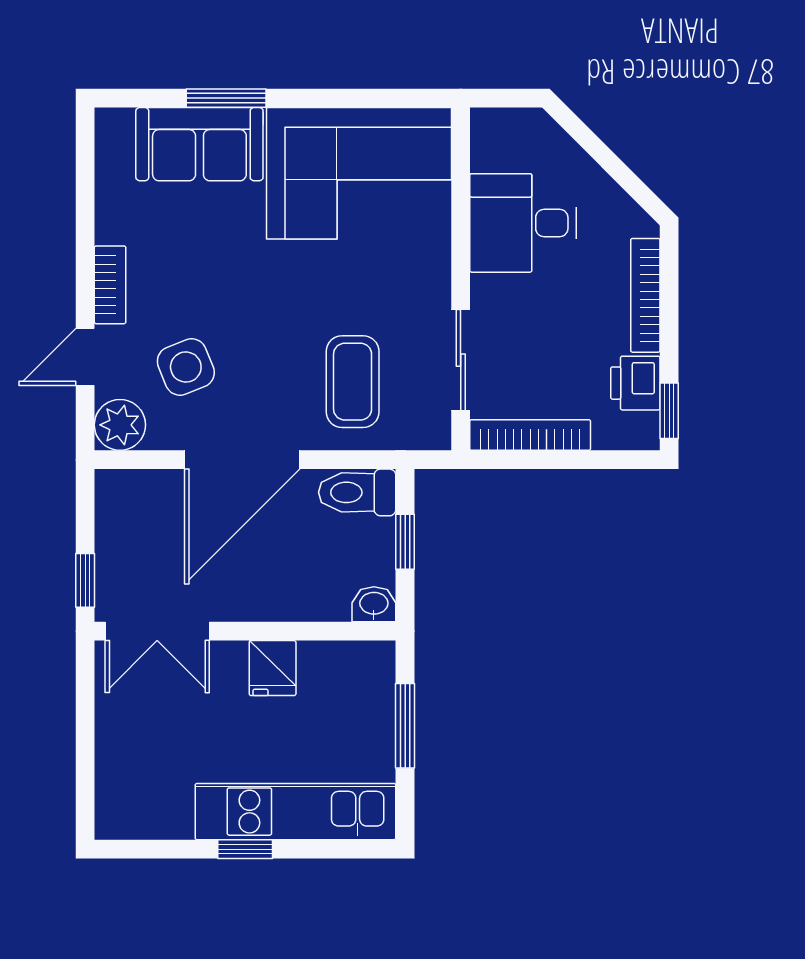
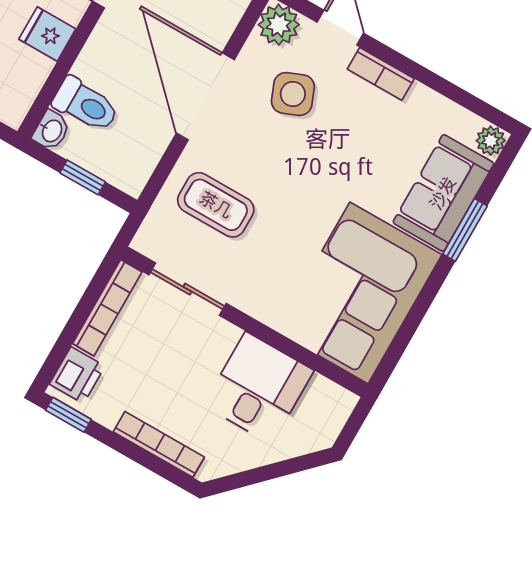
plant: (114, 125) -> (491, 141), added
printer: (635, 383) -> (77, 375), moved, turned 90
toilet: (357, 492) -> (86, 105), moved, turned 90

